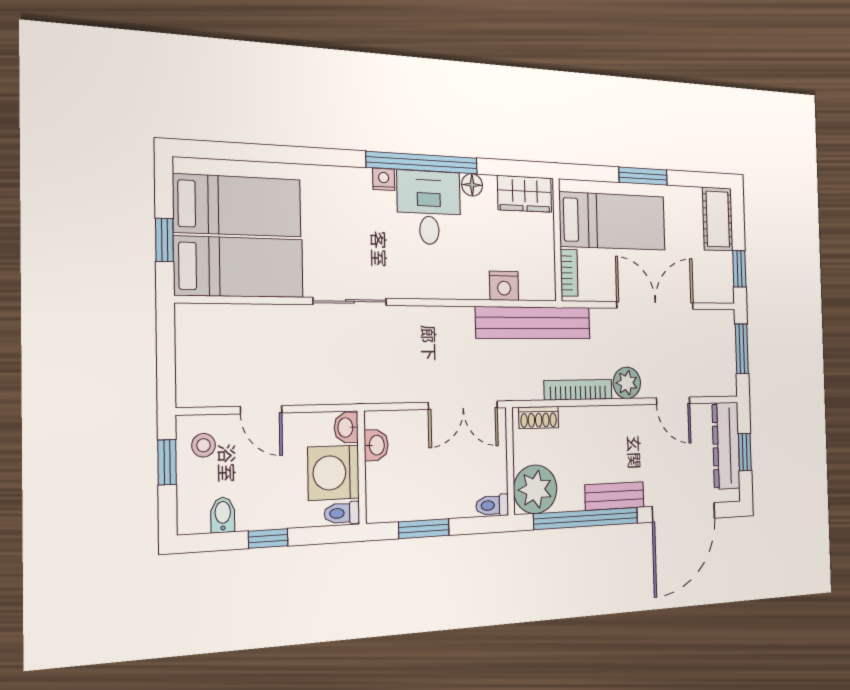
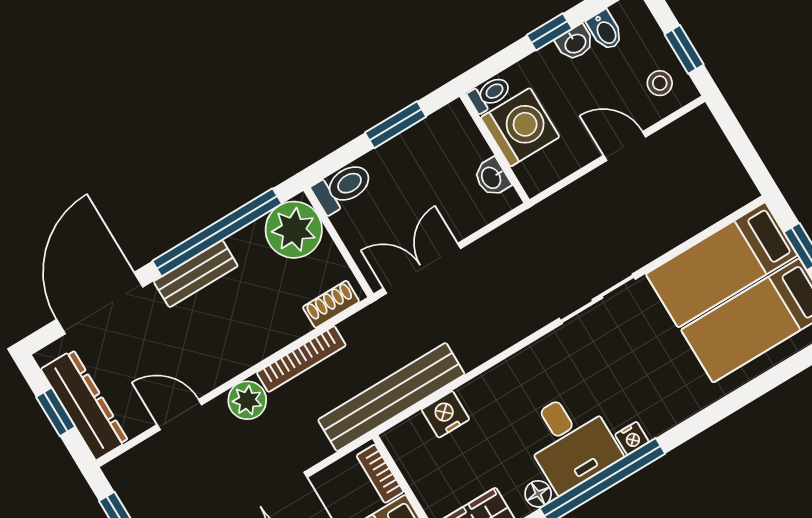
washbasin: (346, 427) -> (575, 43), moved, turned 90
toilet: (492, 505) -> (343, 187), width x1.37, depth x1.39

